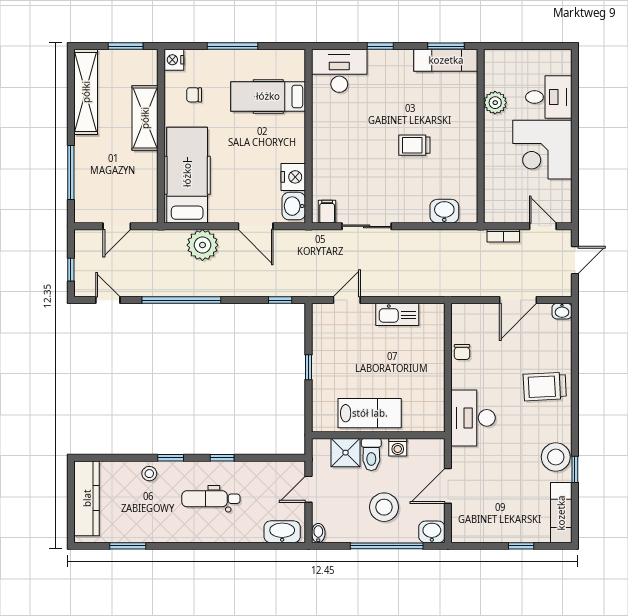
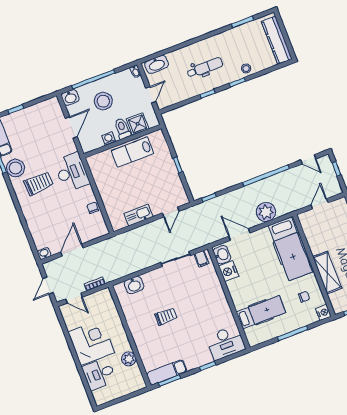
trolley: (545, 387) -> (39, 183), moved

